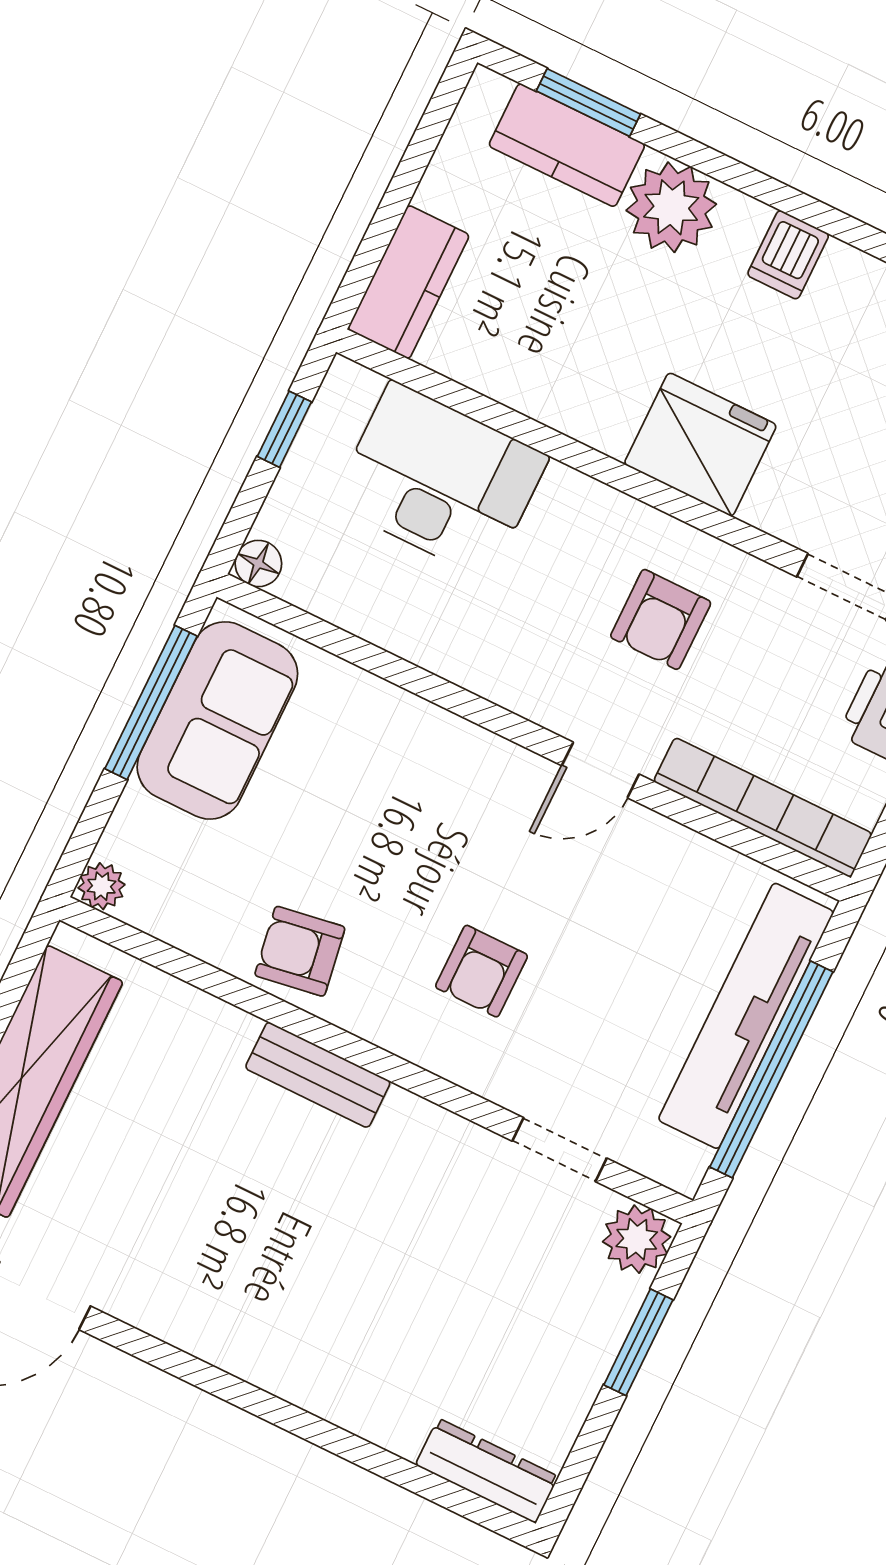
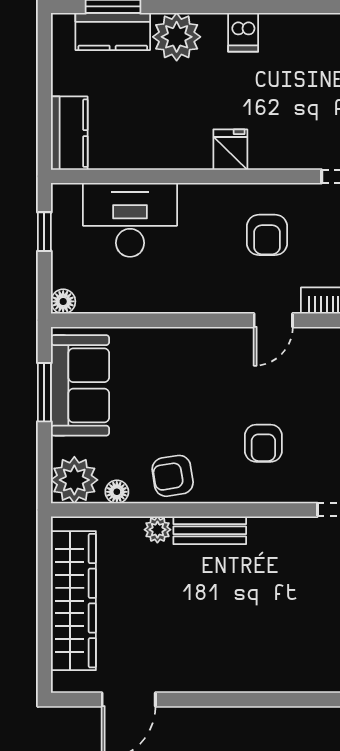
fridge: (700, 445) -> (230, 150), width x0.53, depth x0.75
window: (151, 702) -> (44, 392), width x0.69
plant: (101, 886) -> (74, 480), width x1.87, depth x1.87
floor lamp: (192, 932) -> (117, 492), added
plant: (230, 1030) -> (157, 530), added

